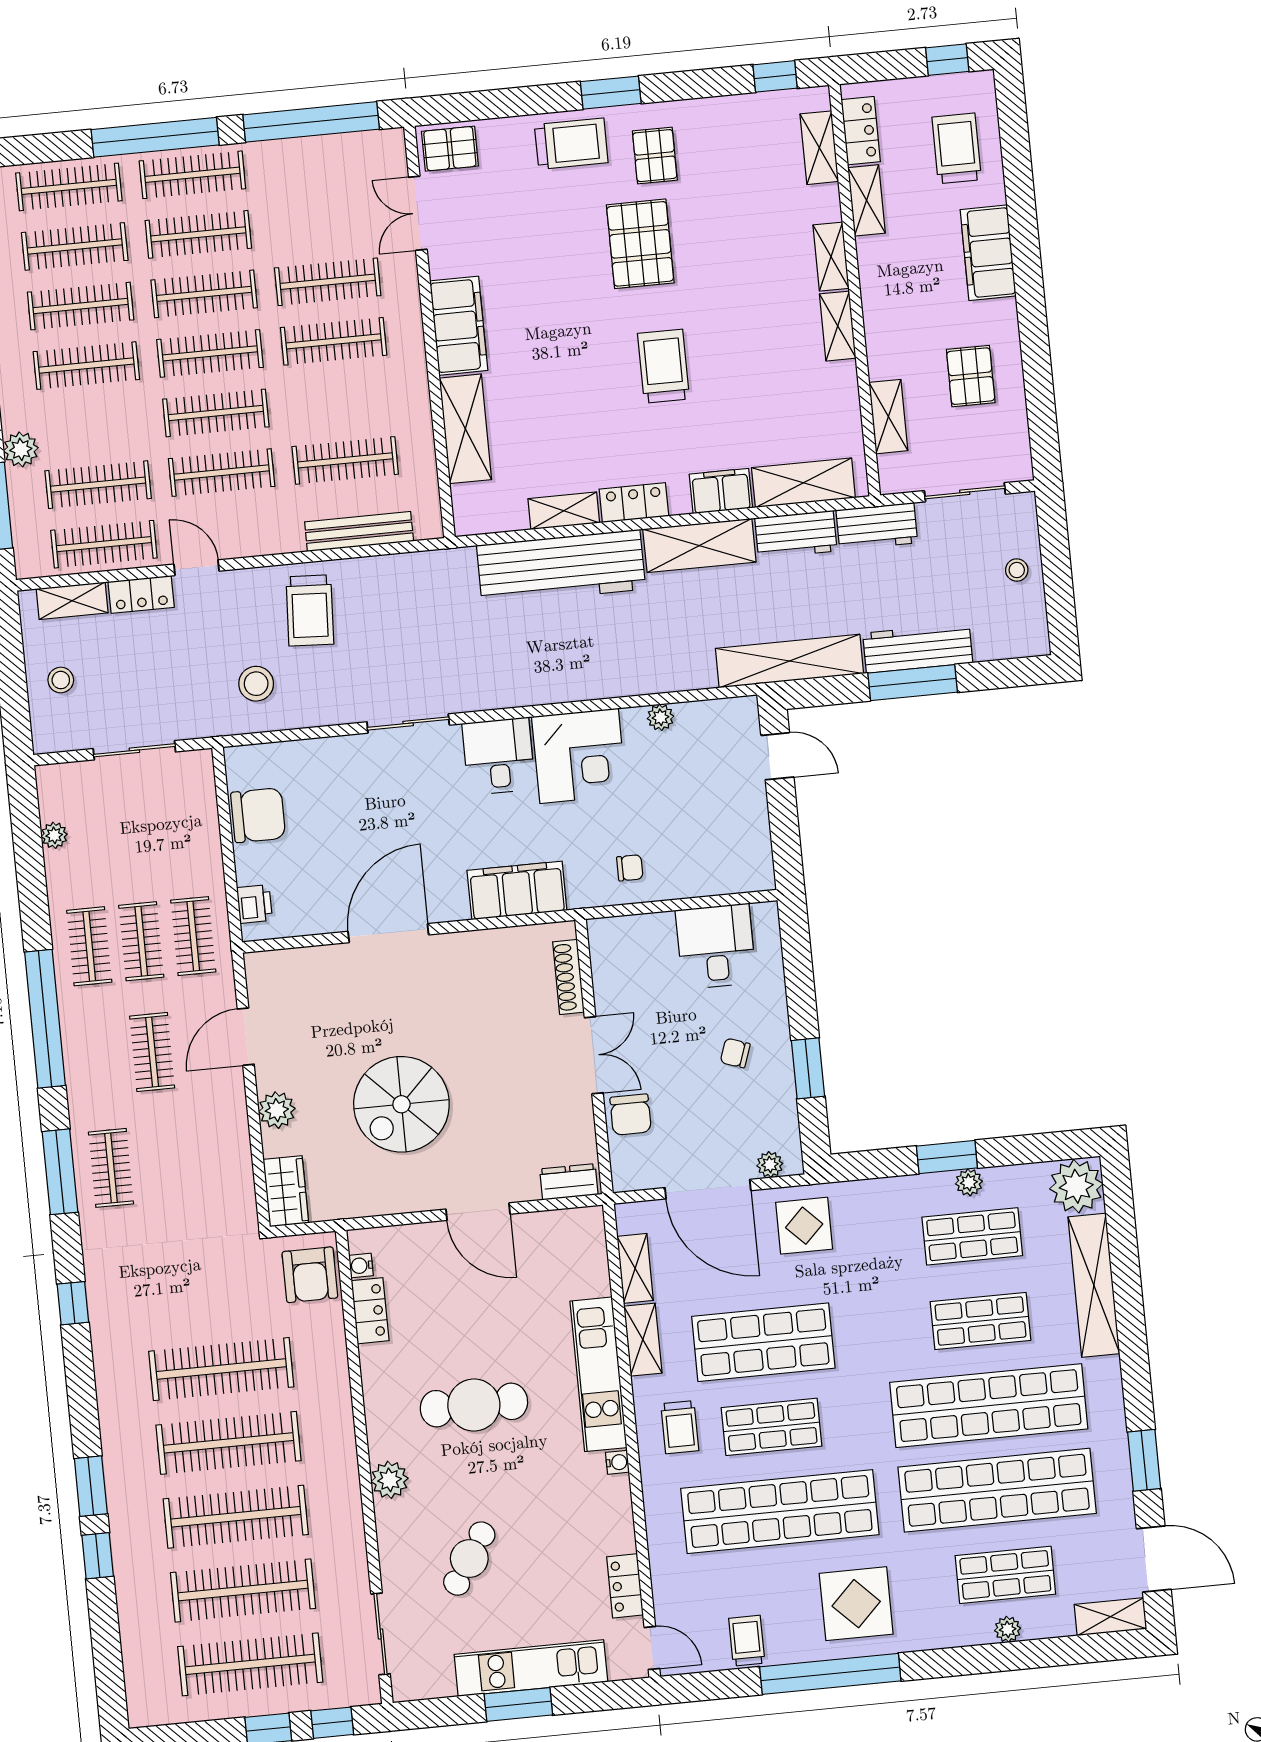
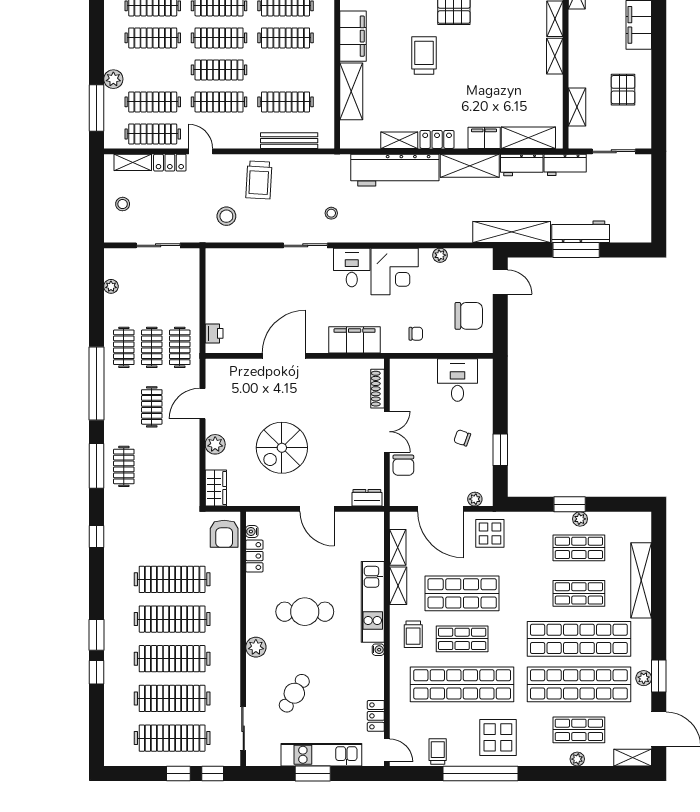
trolley: (664, 366) -> (424, 56), moved
stool: (1017, 570) -> (331, 213), moved
chair: (258, 815) -> (469, 316), moved
plant: (1076, 1186) -> (644, 678), moved, width x0.53, depth x0.53

